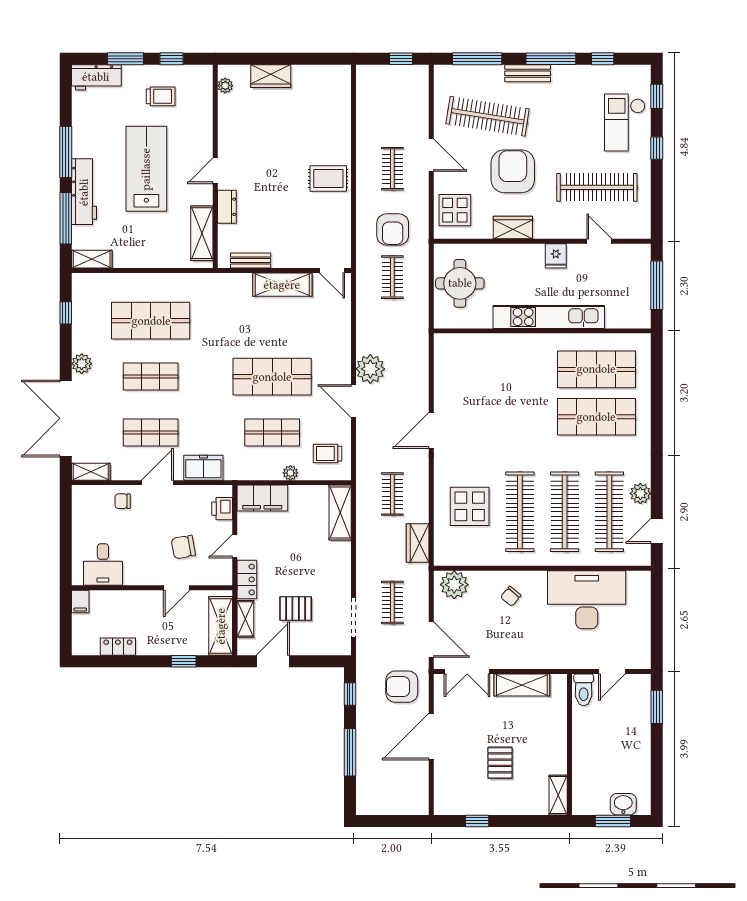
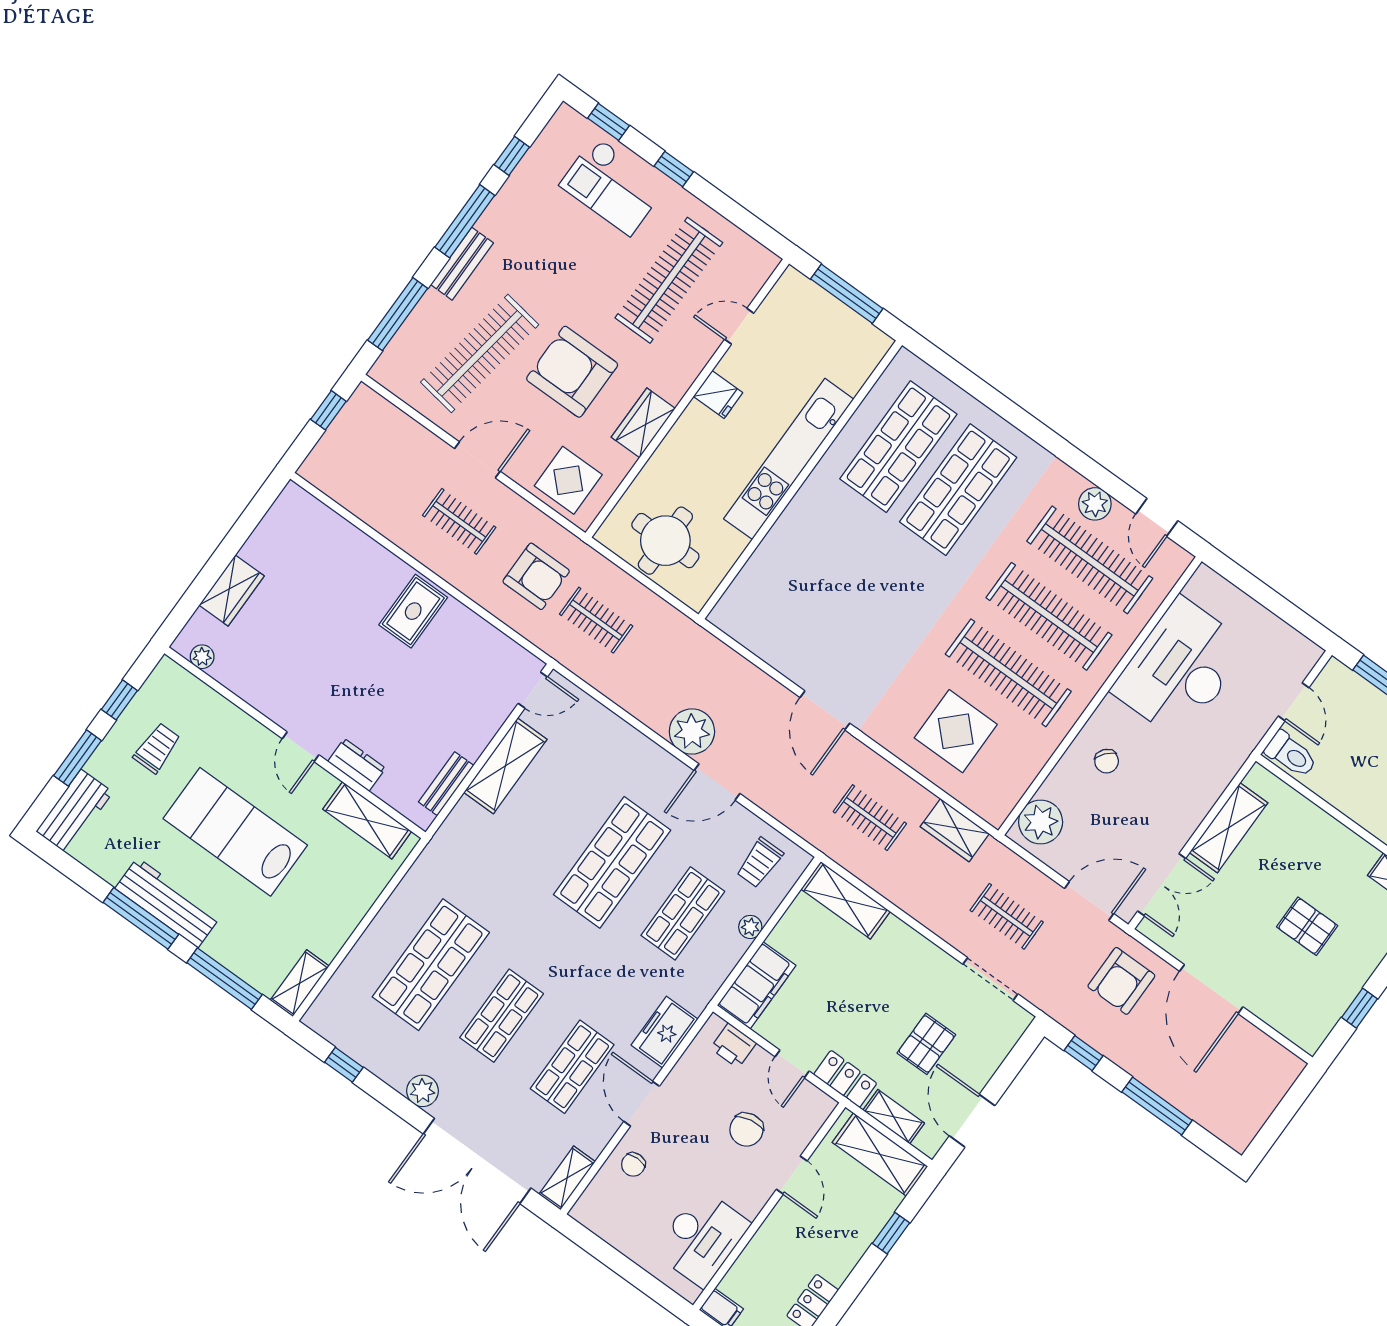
workbench: (84, 192) -> (168, 903), moved
desk: (103, 565) -> (702, 1238), width x1.37

